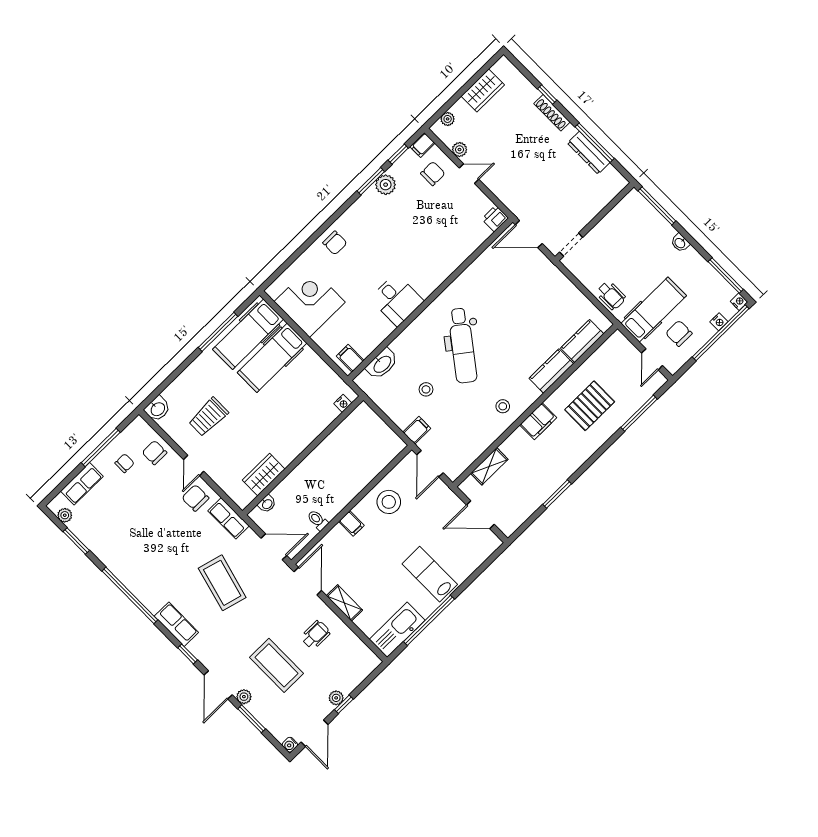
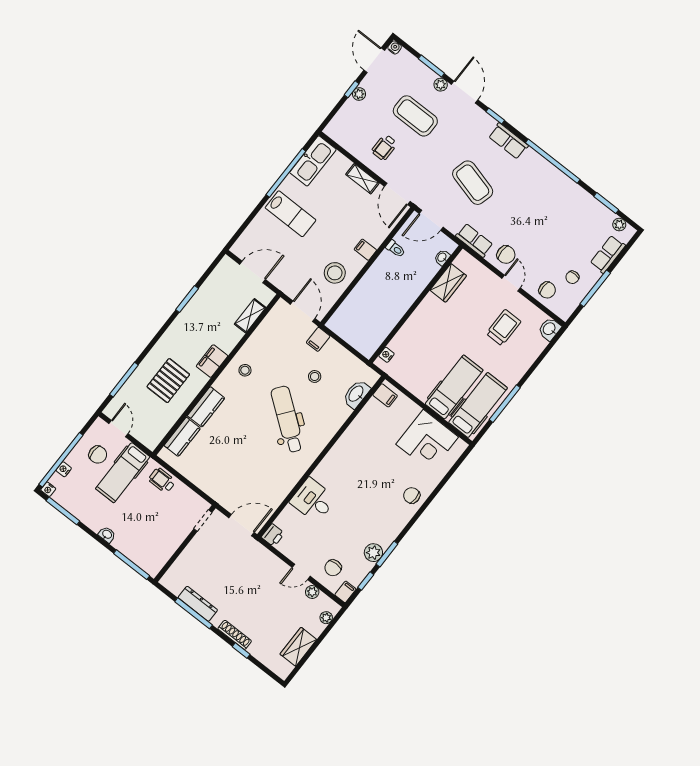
desk: (397, 300) -> (313, 500), moved

